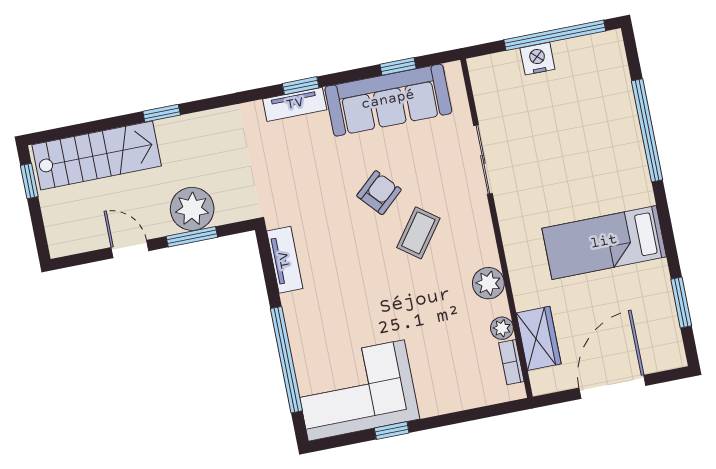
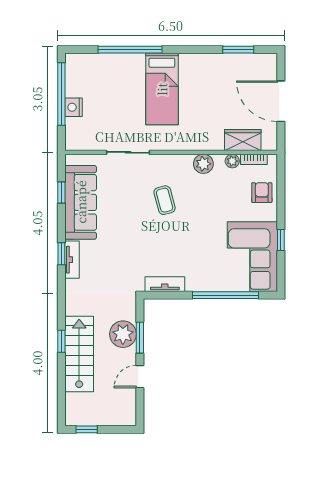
stairs: (97, 155) -> (79, 354), moved
armchair: (379, 193) -> (262, 193), moved, turned 42
coffee table: (418, 233) -> (165, 200), turned 39
bed: (604, 242) -> (162, 89), moved

